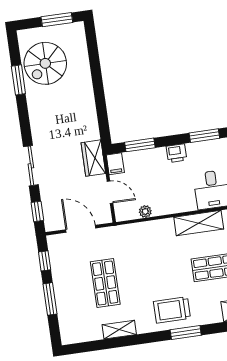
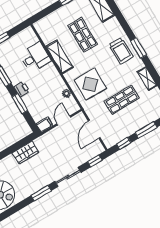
window: (18, 80) -> (41, 193), moved
window: (140, 145) -> (20, 104), moved
wardrobe: (93, 158) -> (25, 153), moved
display table: (144, 249) -> (90, 84), added
window: (186, 333) -> (138, 48), moved

